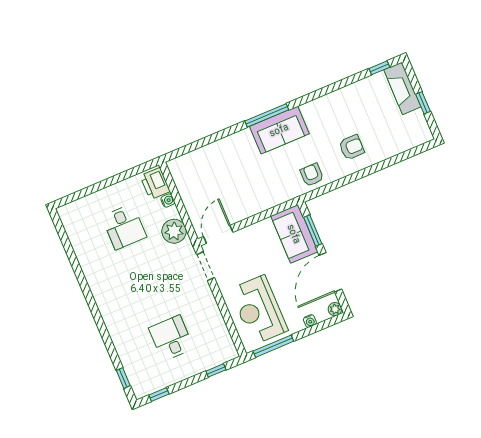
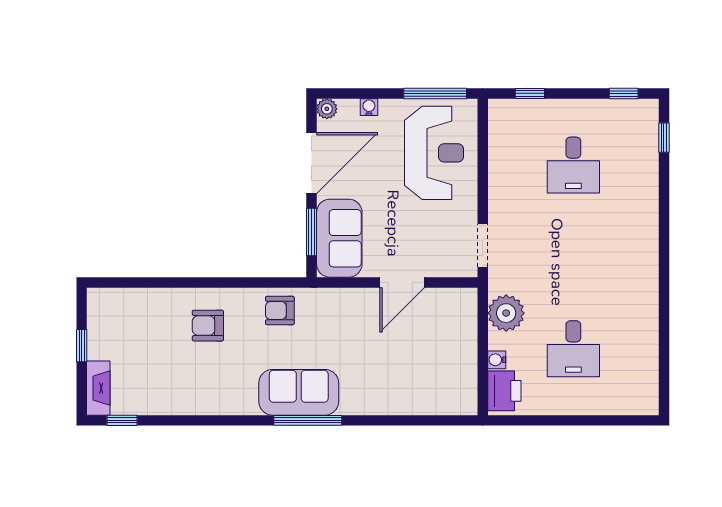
fireplace: (402, 88) -> (98, 388), width x0.73, depth x0.76
armchair: (312, 175) -> (280, 311), turned 90
desk: (124, 227) -> (573, 349), turned 180
door: (218, 234) -> (402, 282), moved

